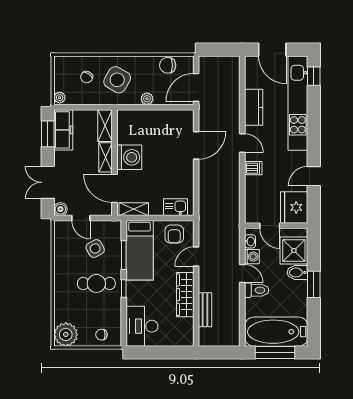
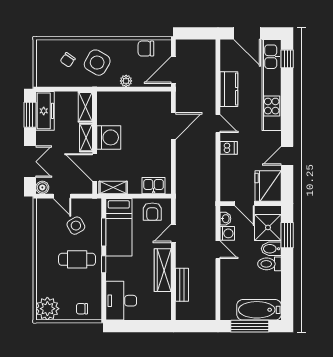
plant: (60, 98) -> (42, 80), removed
double door: (48, 182) -> (30, 162), swing flipped
window: (314, 284) -> (287, 235), moved
toilet: (257, 290) -> (269, 264), moved, turned 180
bathtub: (276, 332) -> (259, 310), width x0.73, depth x0.73

